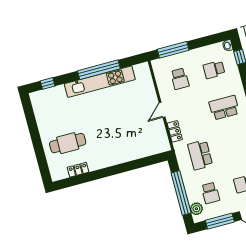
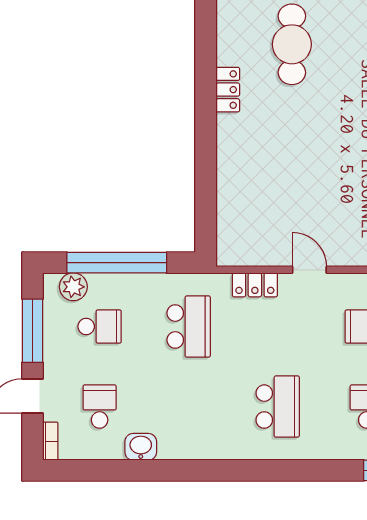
school desk: (200, 155) -> (189, 326), turned 90
locker: (78, 170) -> (228, 90), moved
school desk: (210, 193) -> (100, 326), turned 180

